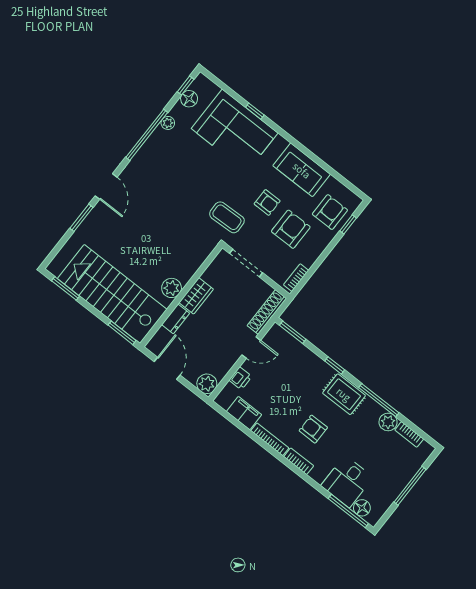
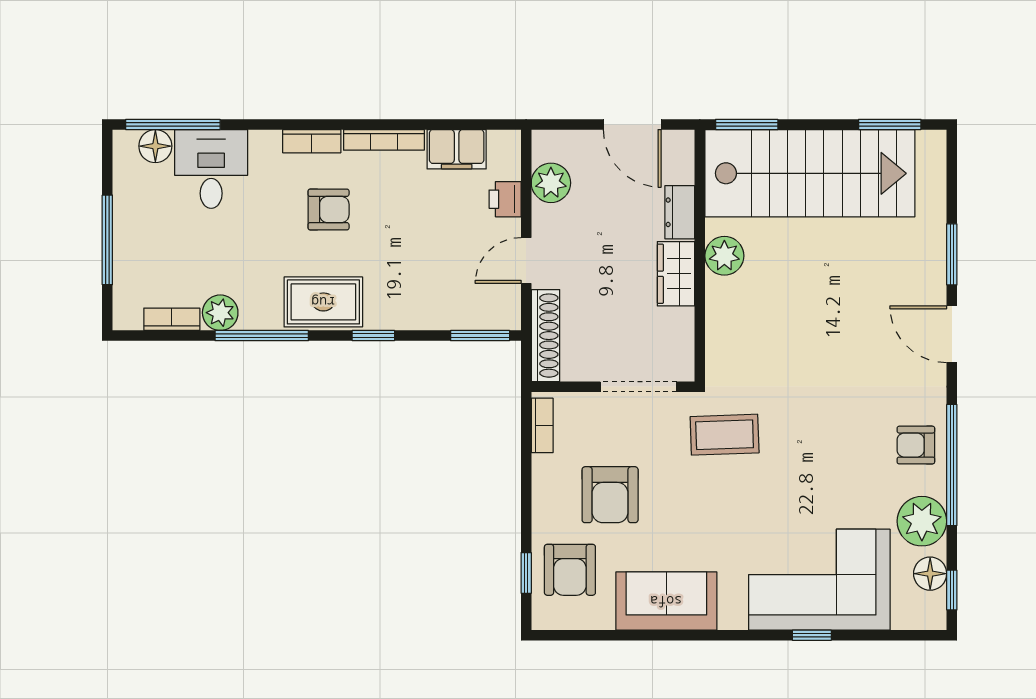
plant: (168, 123) -> (922, 521), width x1.88, depth x1.88
armchair: (267, 202) -> (916, 445), moved
plant: (207, 384) -> (551, 183), moved

